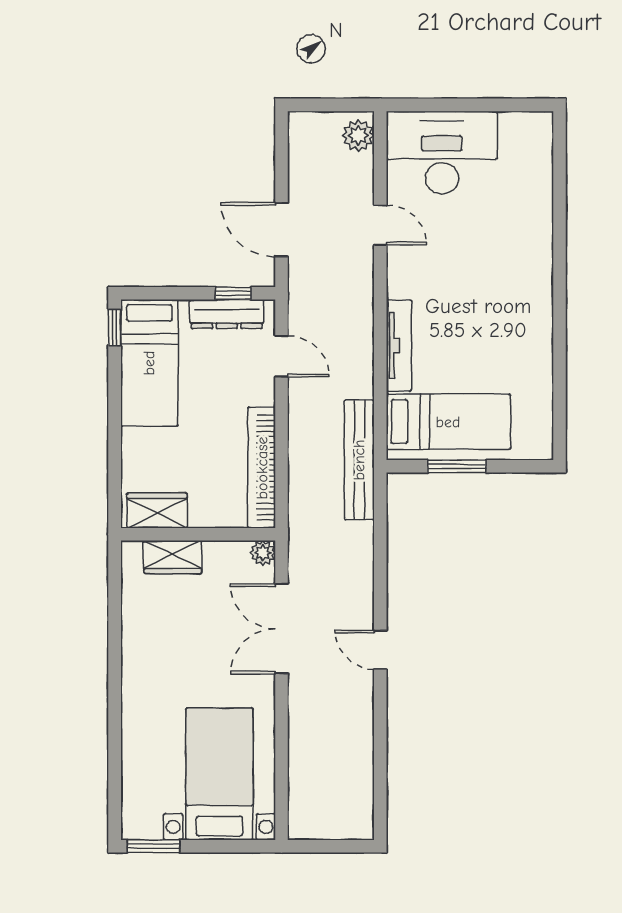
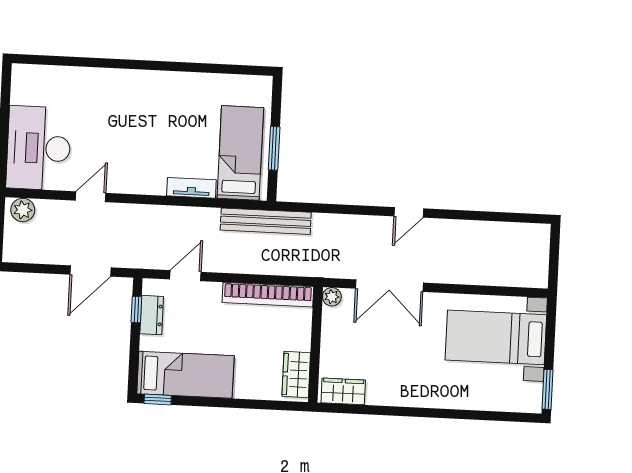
dresser: (227, 314) -> (152, 315), width x0.70
tv unit: (399, 345) -> (191, 188), width x0.71
wardrobe: (173, 557) -> (343, 391), moved, turned -90

